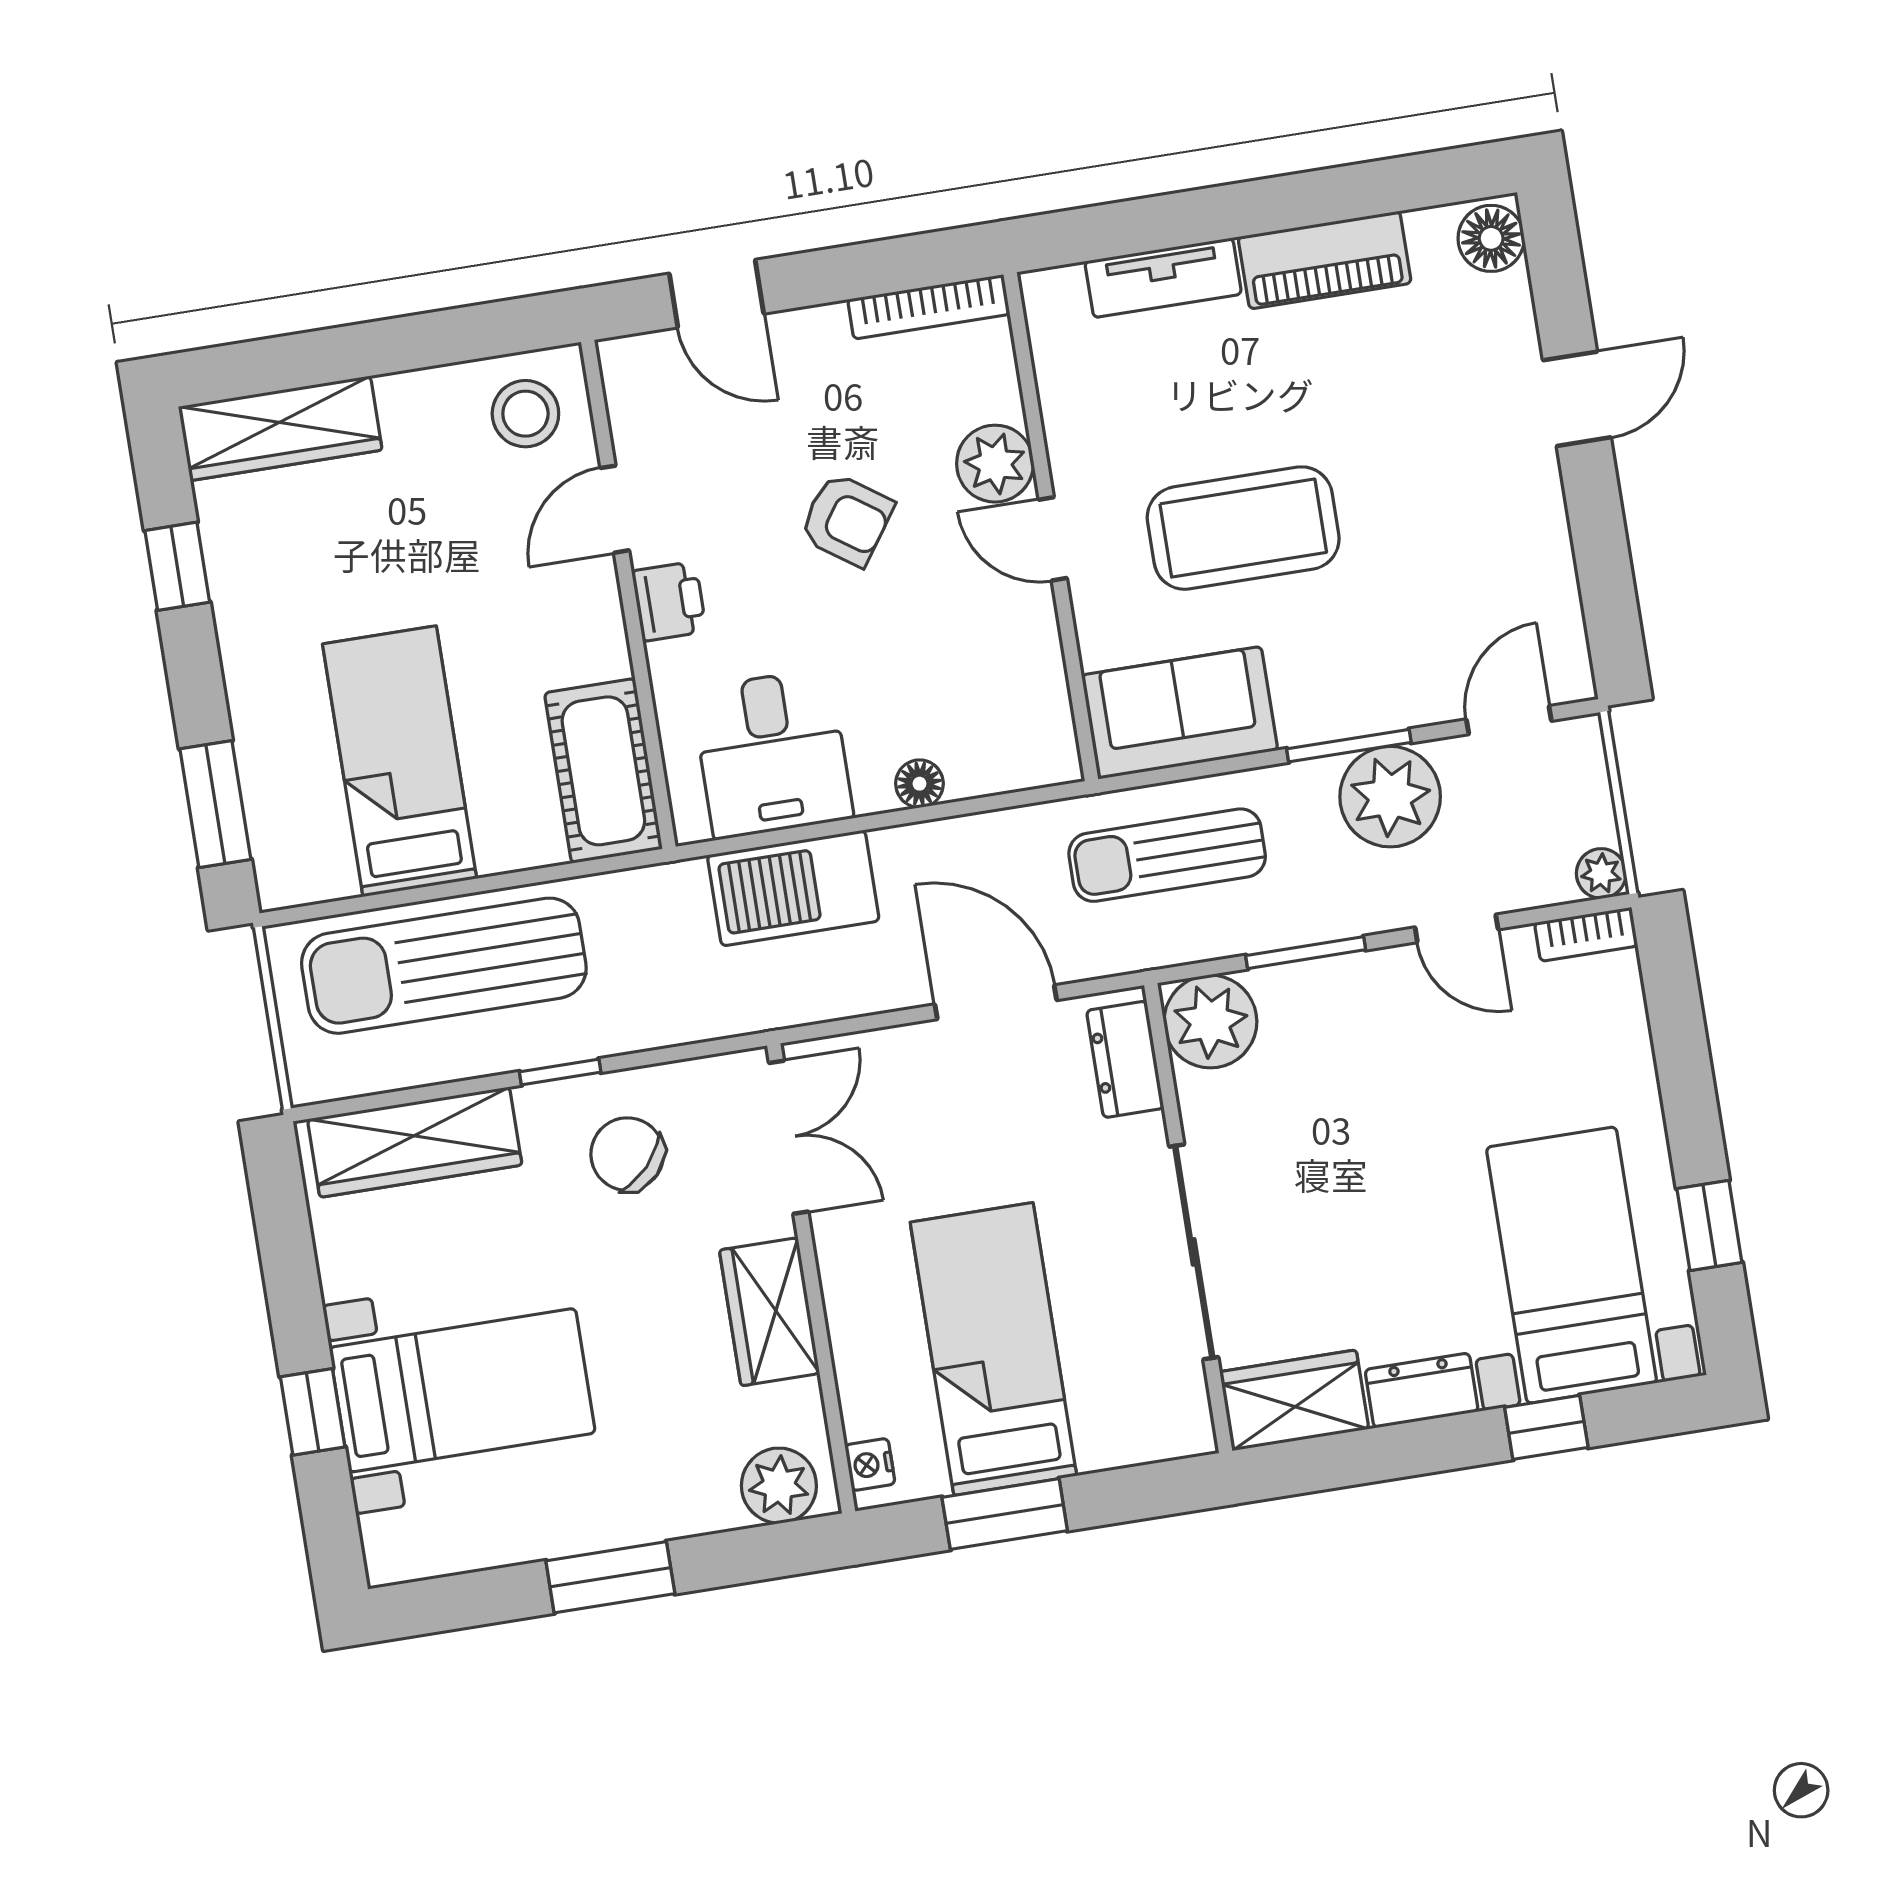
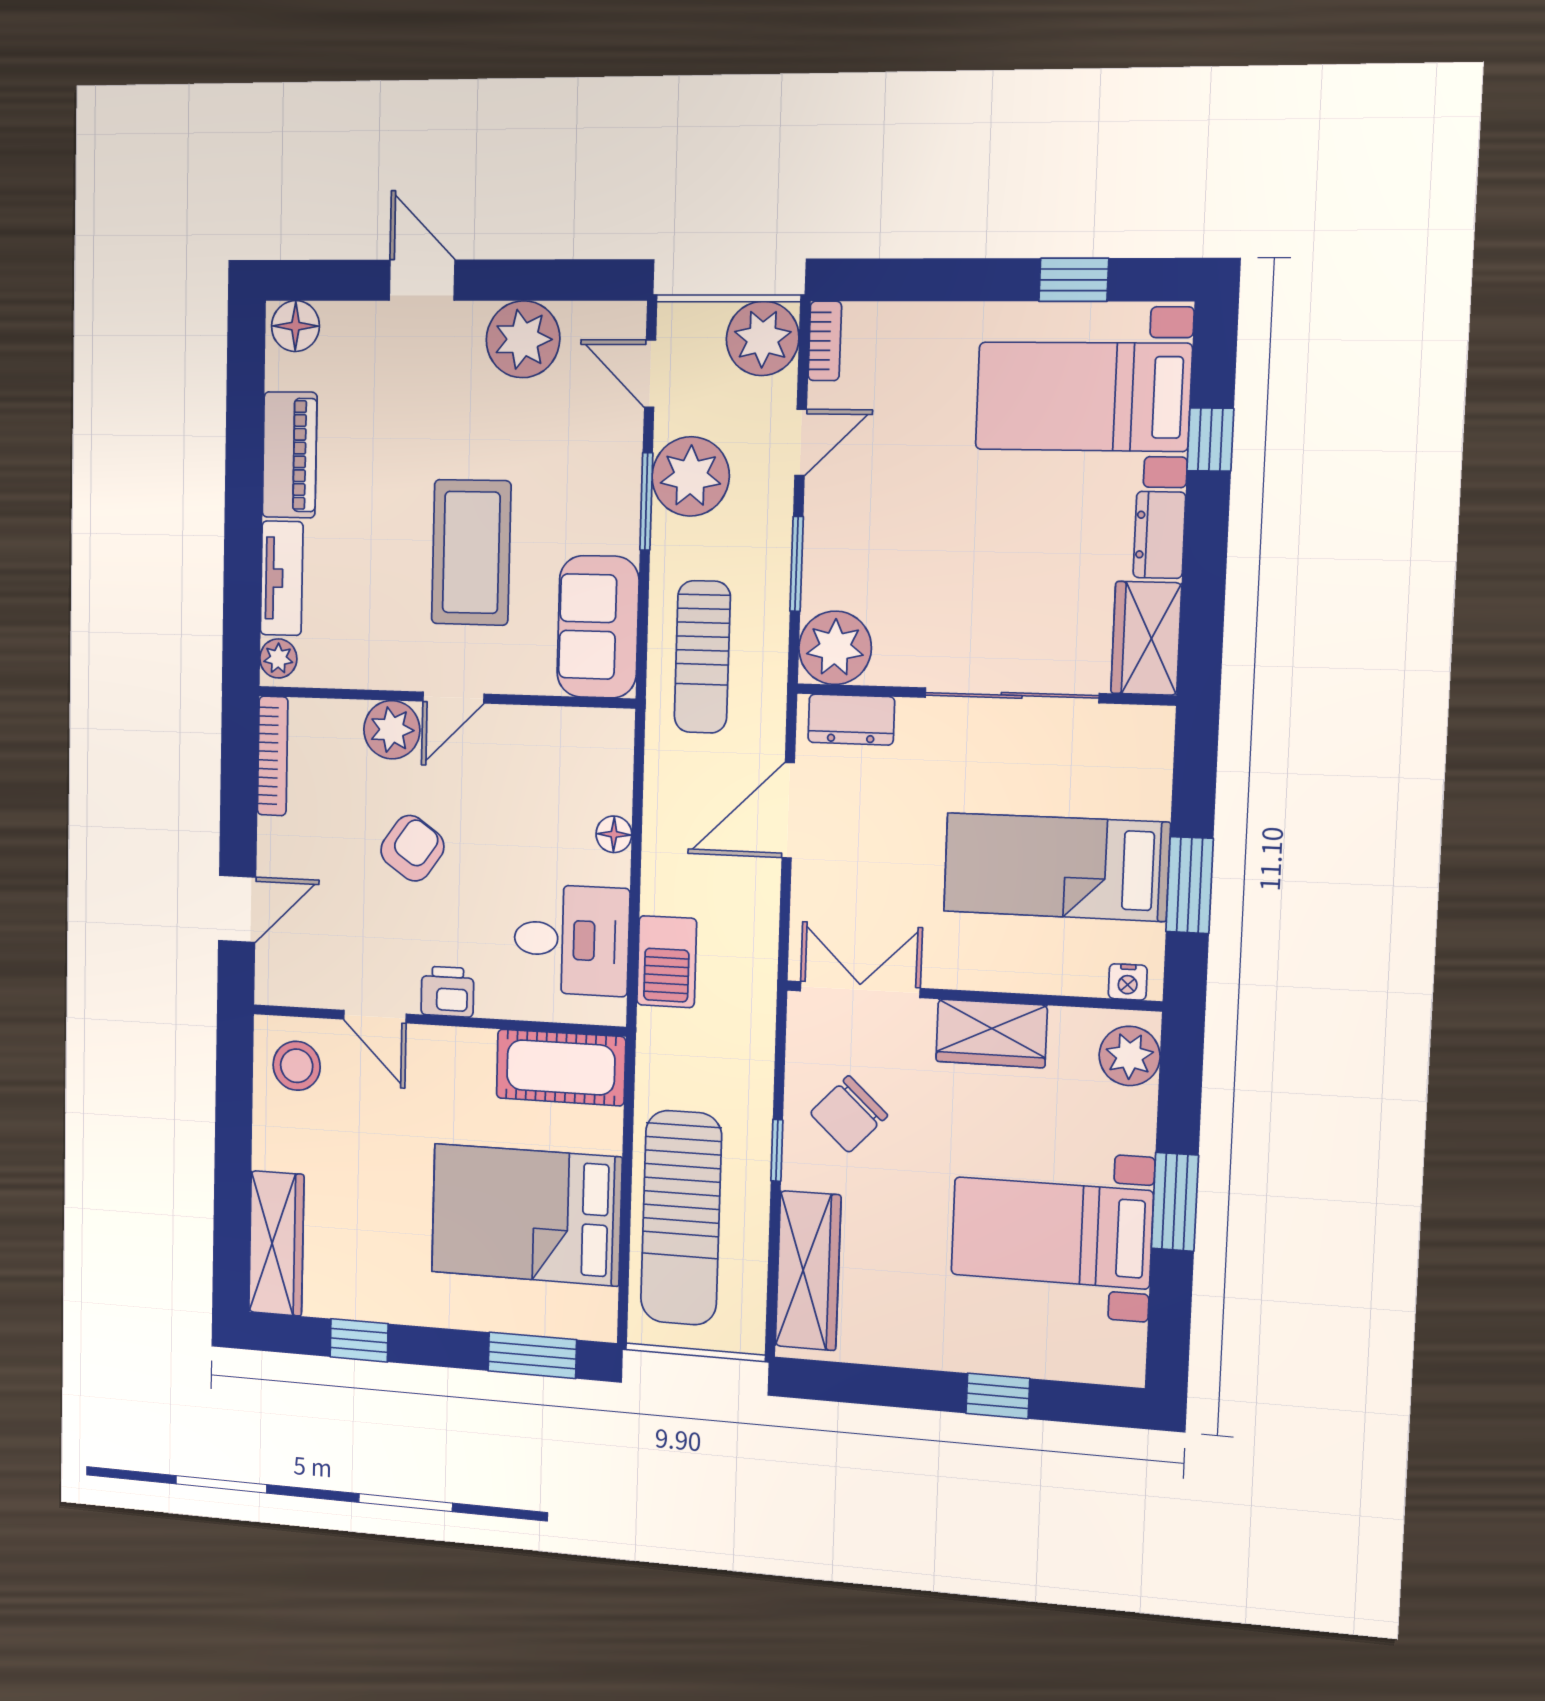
plant: (1058, 292) -> (278, 658), added
plant: (1524, 546) -> (523, 339), added
bed: (400, 761) -> (526, 1215), width x1.50
plant: (1601, 873) -> (763, 338), width x1.88, depth x1.88
barbecue: (793, 888) -> (667, 962), width x0.73, depth x0.83
bed with nightstands: (462, 1390) -> (1052, 1233), moved, turned -90

